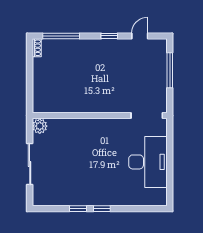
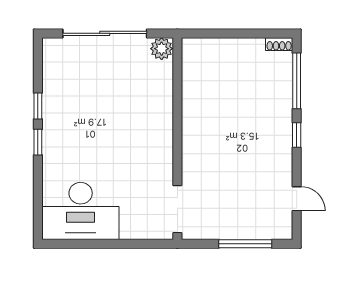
window: (109, 36) -> (297, 135), moved
desk: (148, 162) -> (81, 211), moved
sliding door: (30, 164) -> (105, 33), width x1.36

